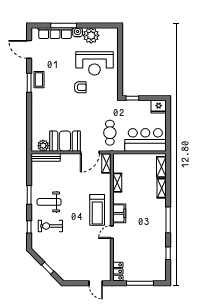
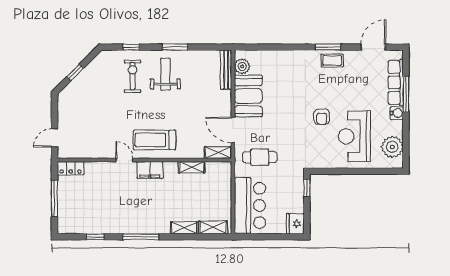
plant: (91, 35) -> (392, 147), moved

